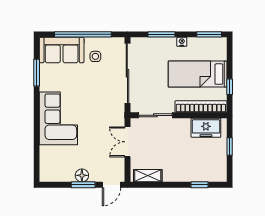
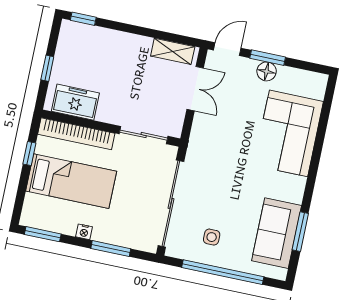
sofa: (62, 50) -> (277, 233), moved, turned -90
corner sofa: (58, 118) -> (289, 133), moved
double door: (127, 142) -> (195, 89), moved
window: (199, 185) -> (83, 19), moved

